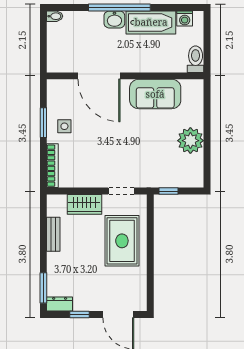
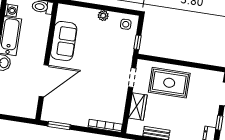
window: (43, 123) -> (59, 126), moved
side table: (64, 126) -> (126, 24), moved
plant: (190, 141) -> (103, 16), width x0.53, depth x0.53

